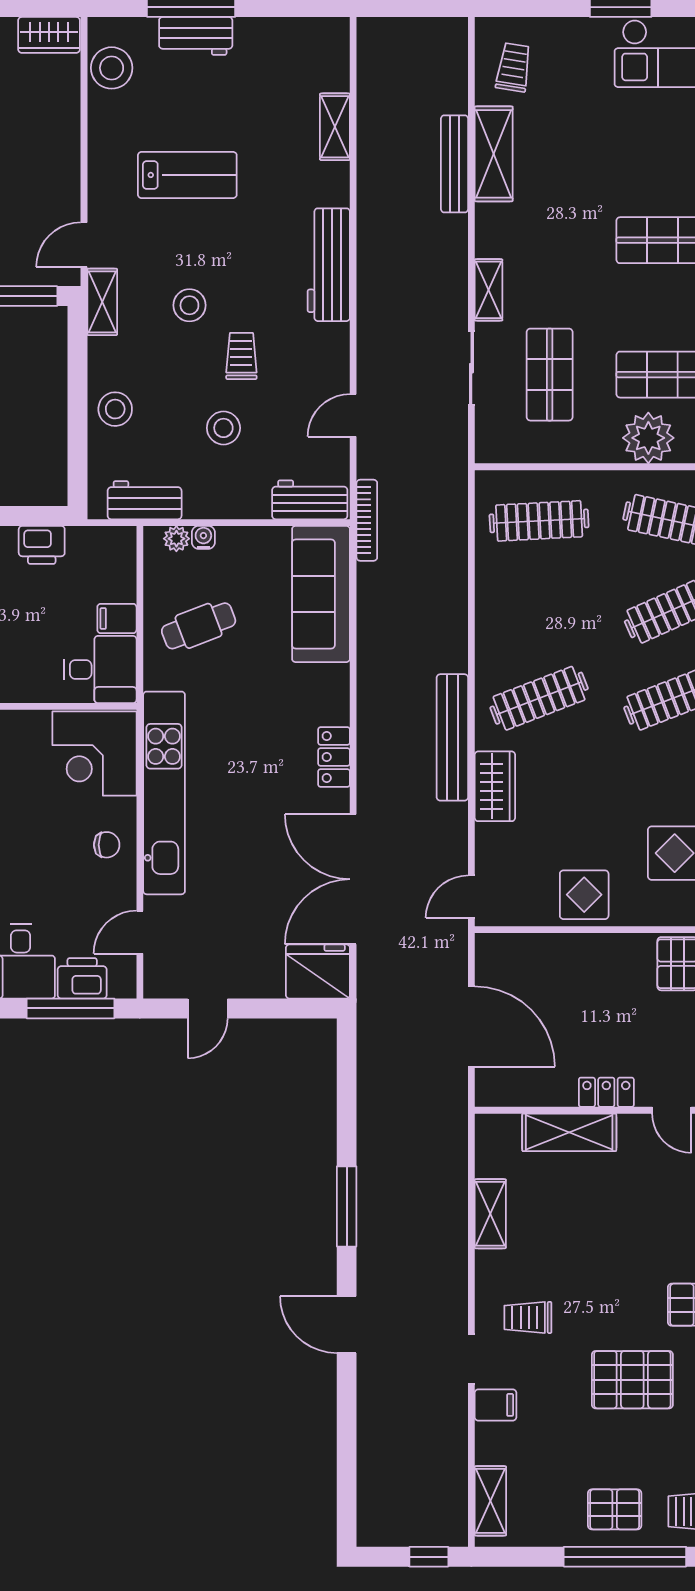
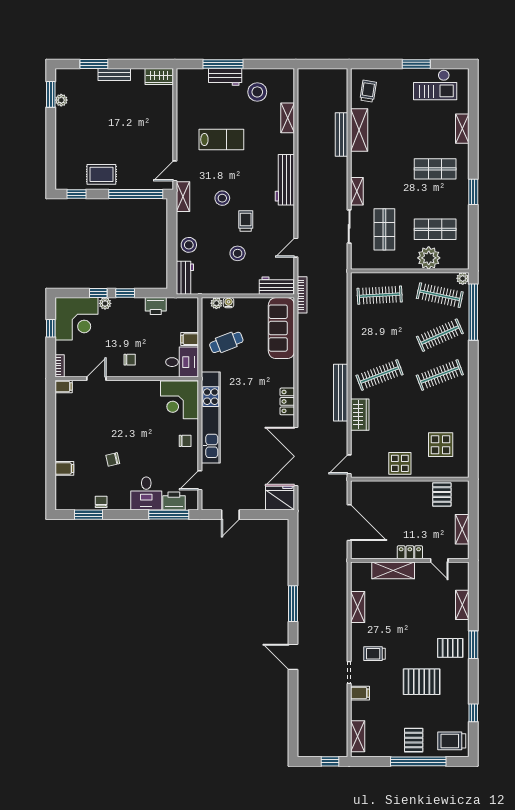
stool: (112, 68) -> (257, 92), moved
workbench: (145, 500) -> (185, 278), moved, turned 90
pallet: (615, 1509) -> (414, 740), turned 90

